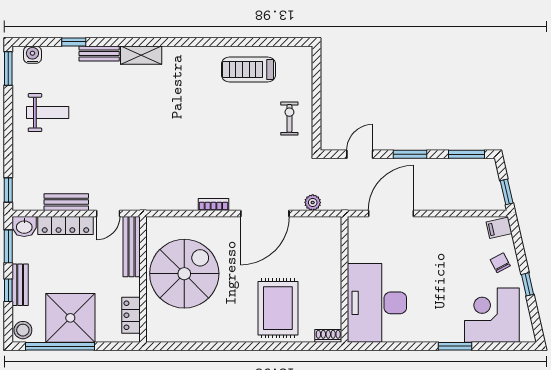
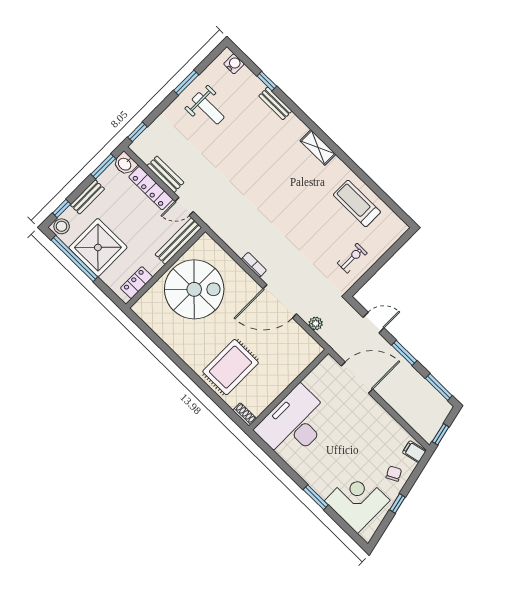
shelving: (141, 55) -> (318, 147), moved
window: (8, 68) -> (186, 83), moved
window: (8, 290) -> (62, 208), moved

